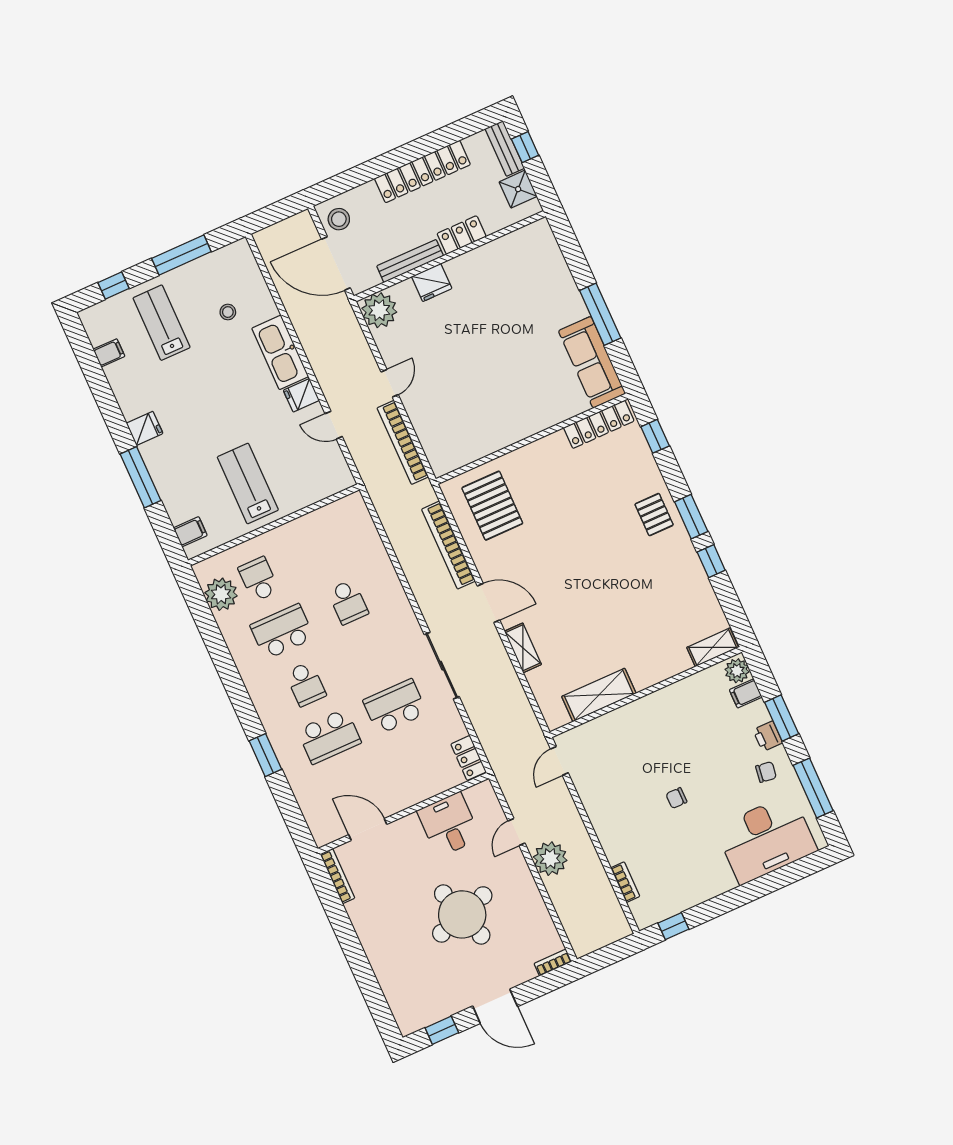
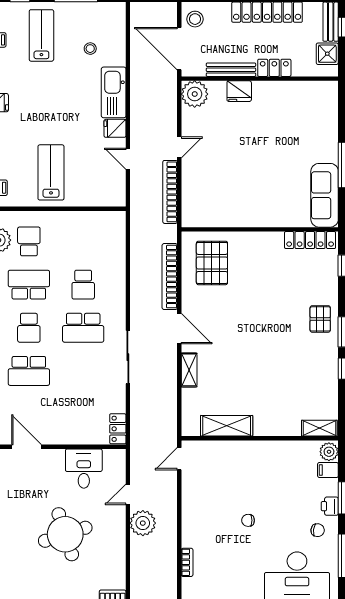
school desk: (395, 707) -> (83, 328), moved, turned 180

